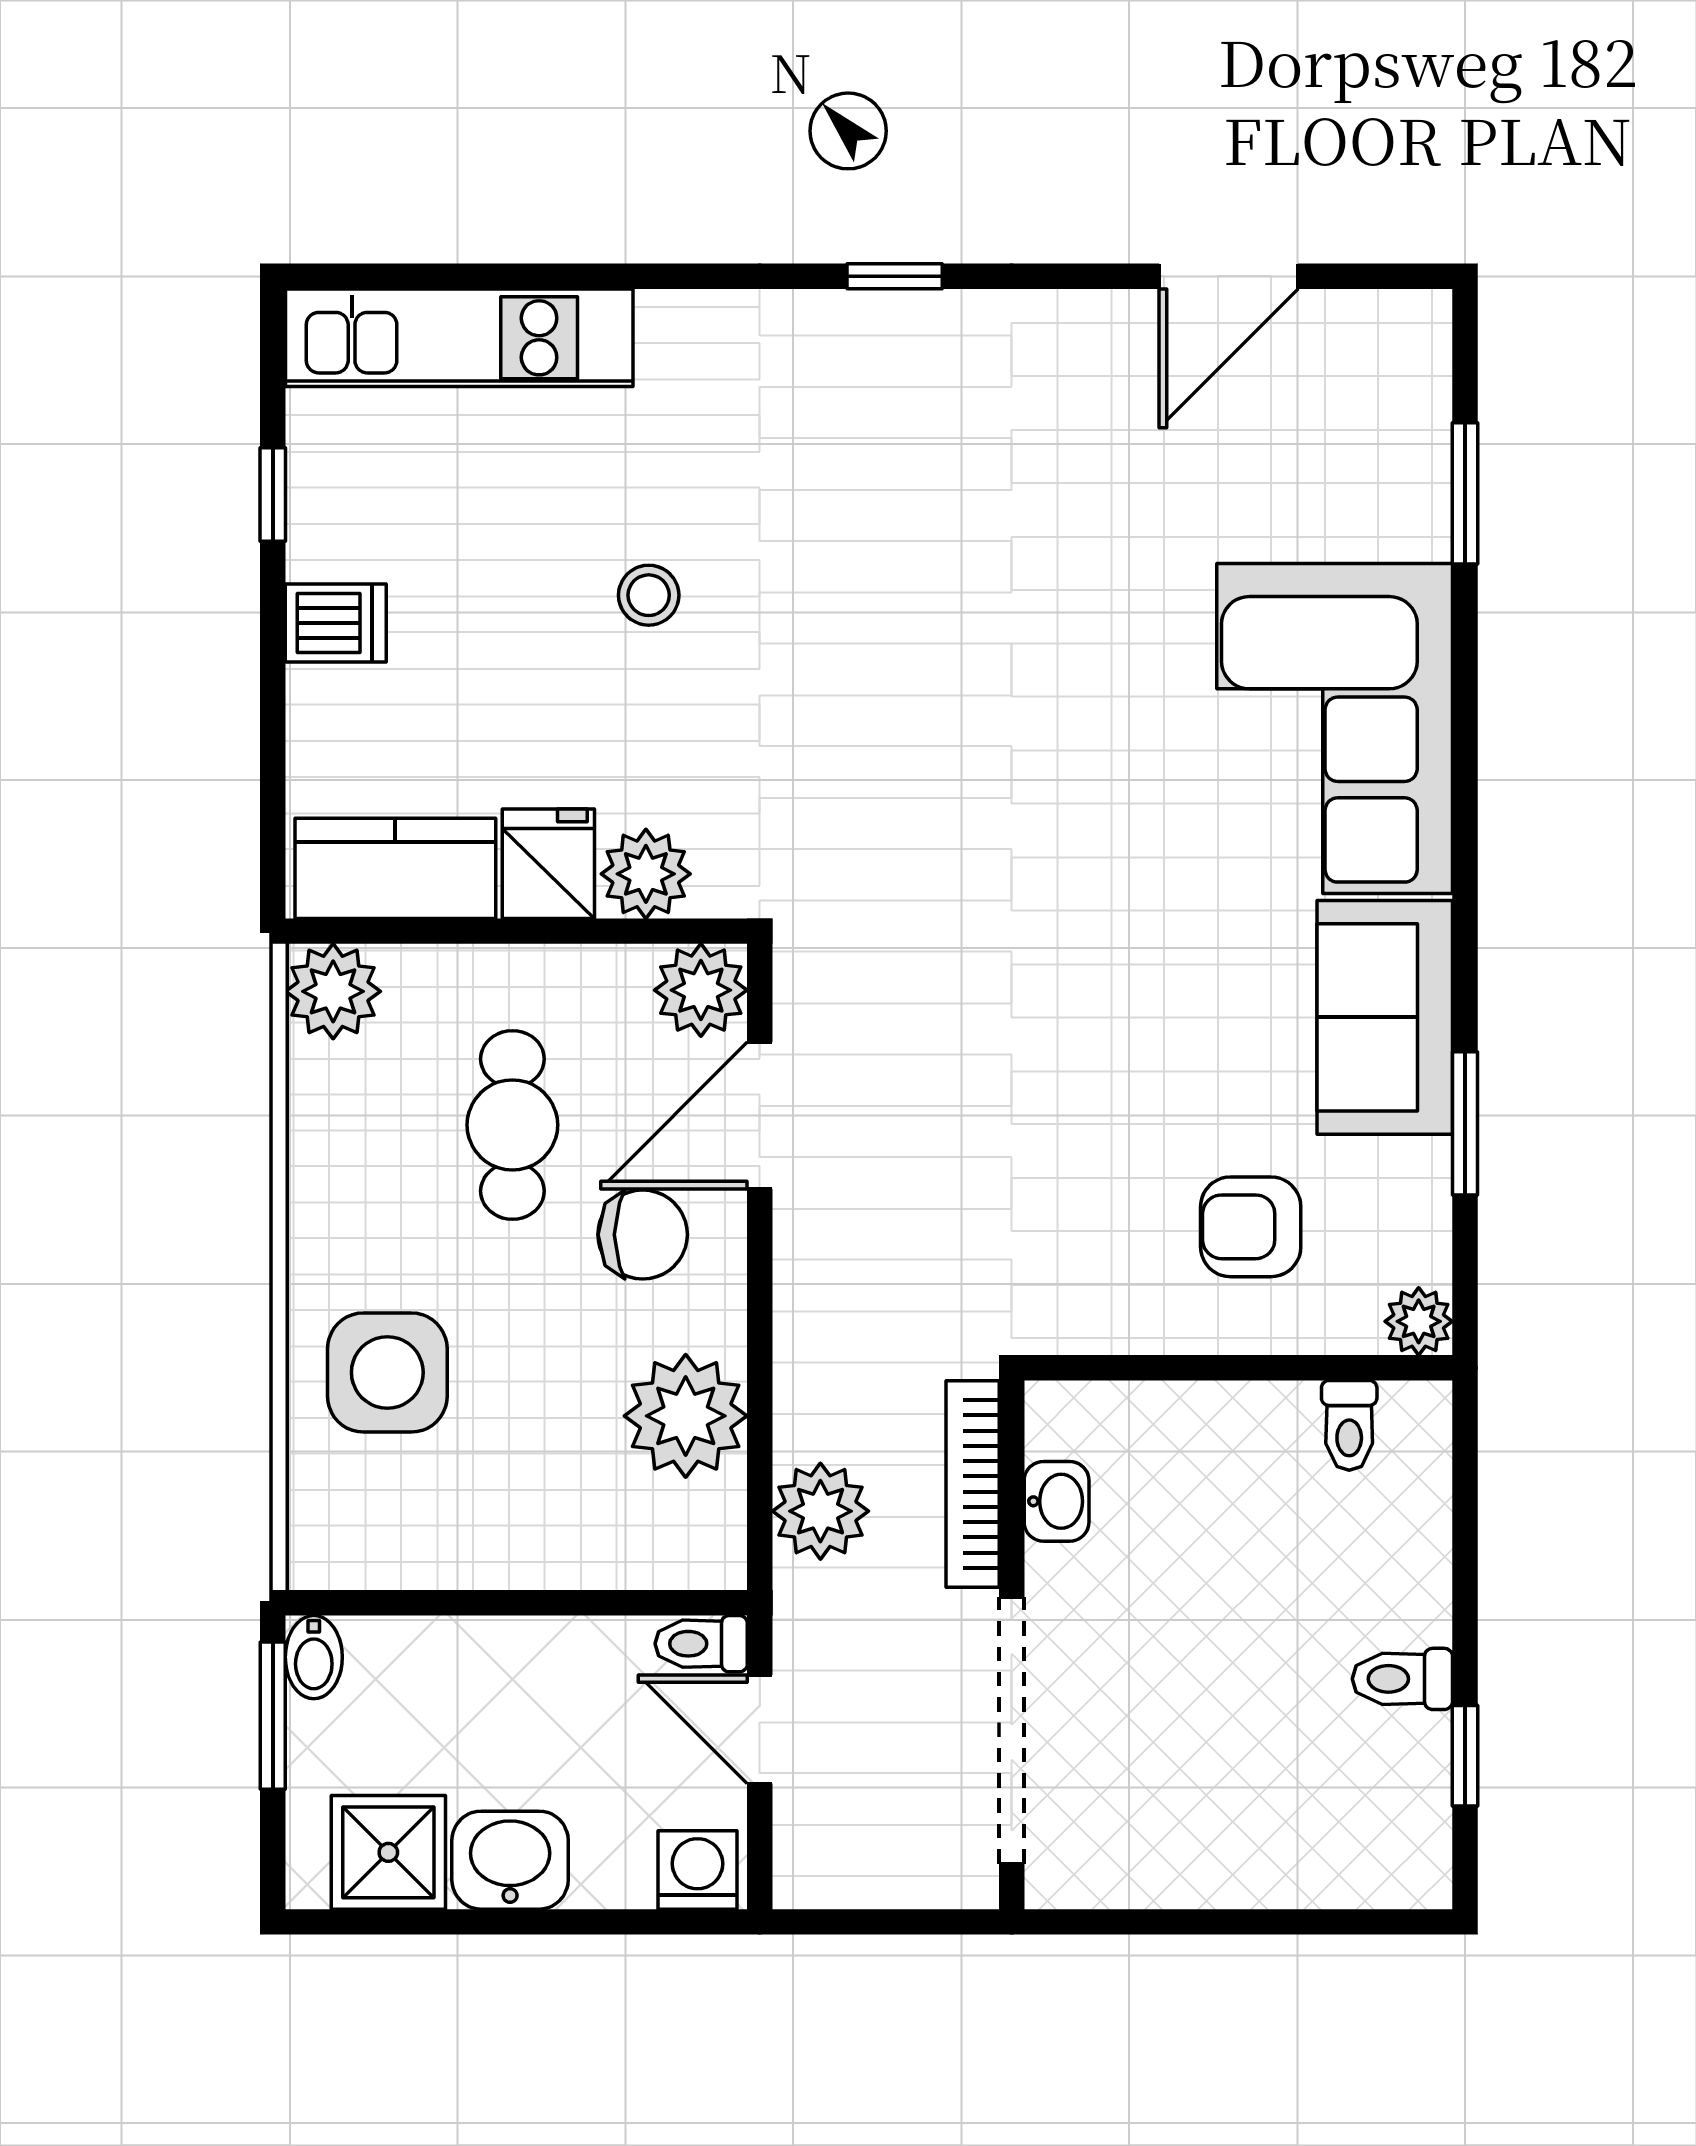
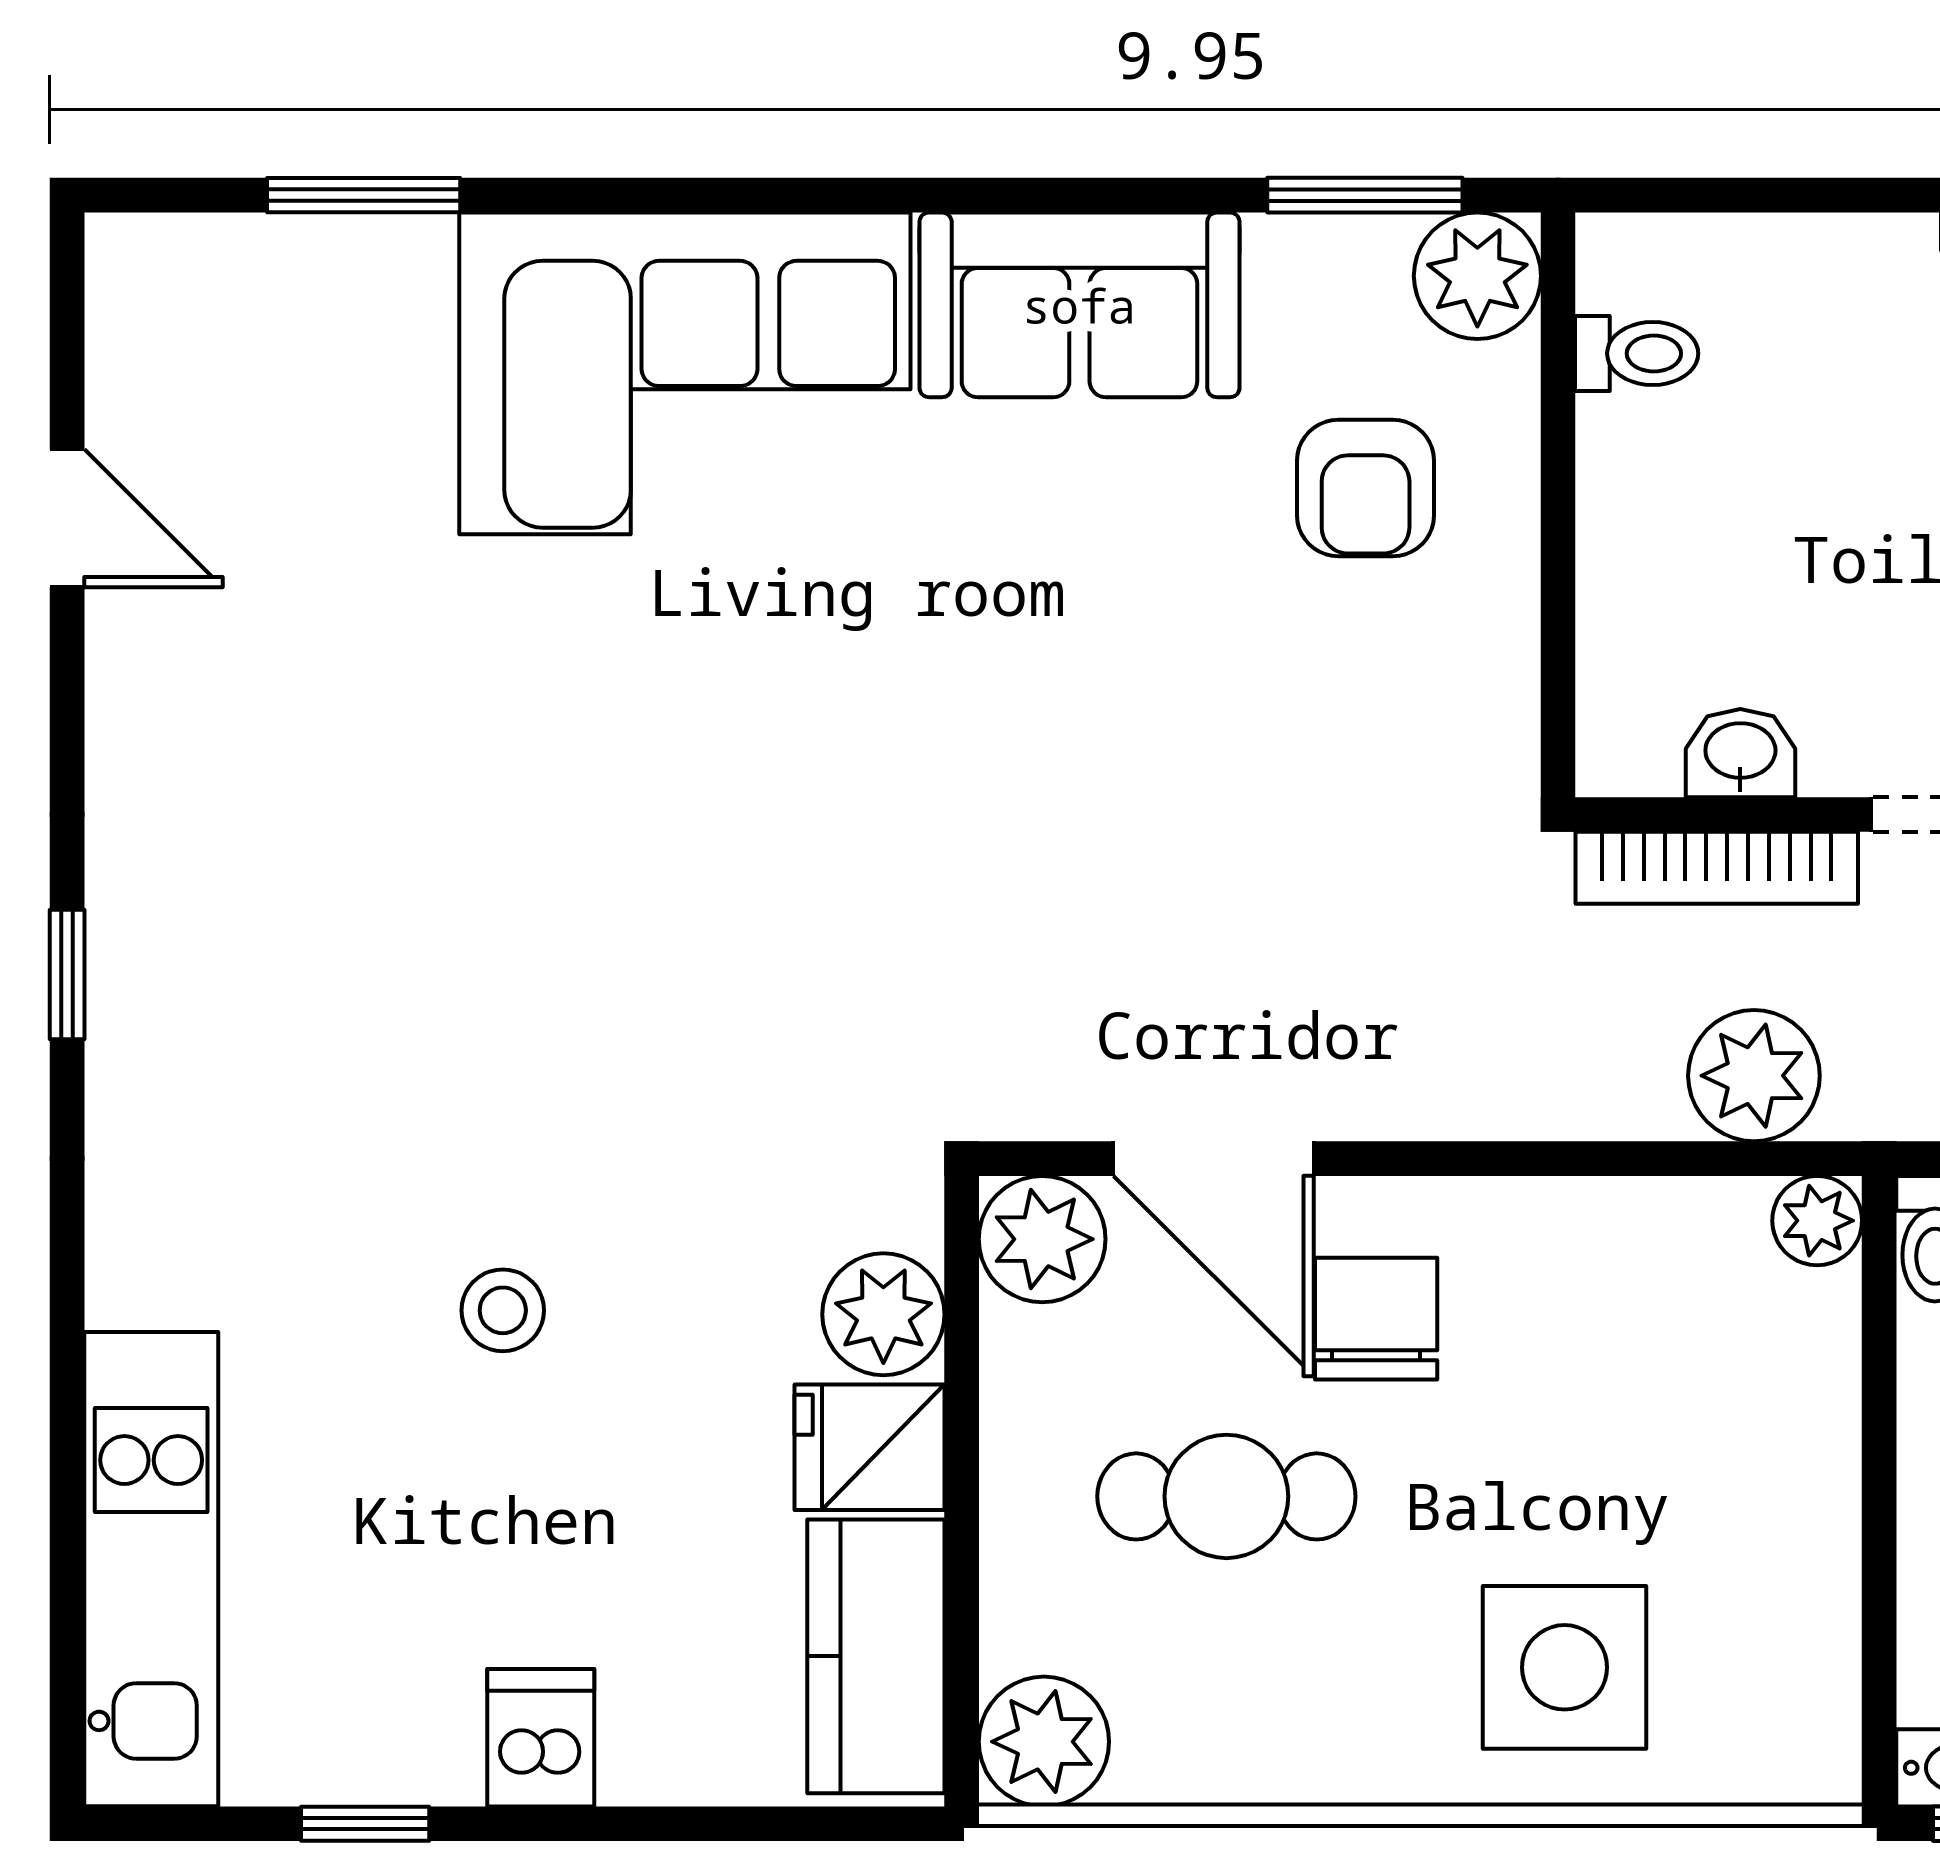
door: (1229, 276) -> (67, 518), width x0.73
window: (1465, 1123) -> (1365, 195), moved
plant: (1419, 1321) -> (1477, 276), width x1.38, depth x1.38
plant: (686, 1416) -> (1817, 1221), moved, width x0.53, depth x0.53

